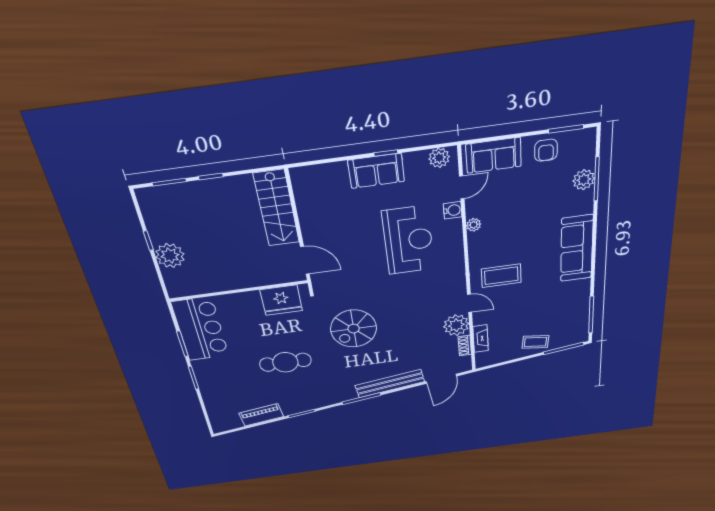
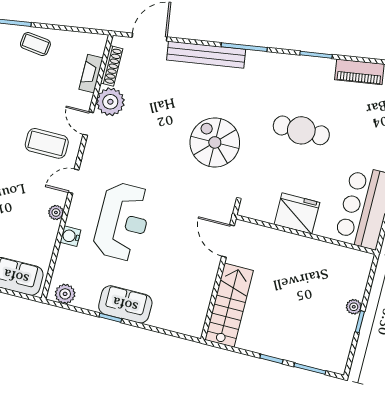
door: (462, 187) -> (74, 181), moved
reception desk: (408, 240) -> (123, 222), turned 180
plant: (170, 256) -> (354, 307), width x0.53, depth x0.53
fridge: (281, 300) -> (297, 213), moved
spiral stairs: (354, 329) -> (215, 142), turned -90
shoe rack: (465, 346) -> (112, 66), width x1.43

